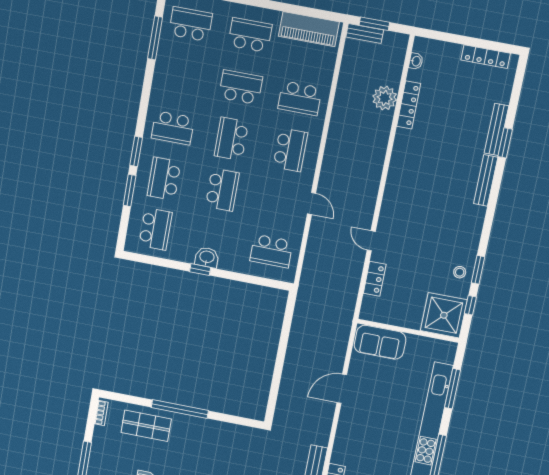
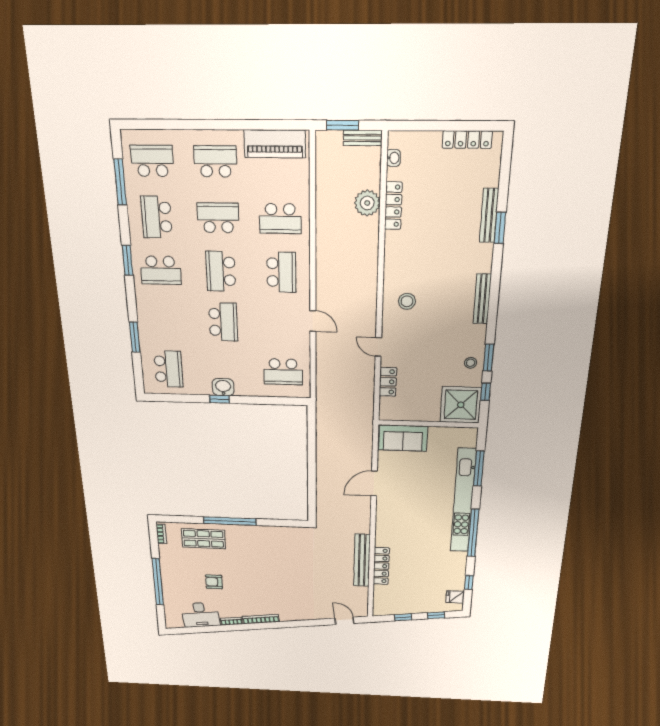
bench: (365, 33) -> (363, 138), moved
window: (136, 151) -> (128, 260), moved
school desk: (164, 179) -> (157, 217), moved
bench: (486, 180) -> (482, 299), moved
stool: (407, 199) -> (407, 301), added

